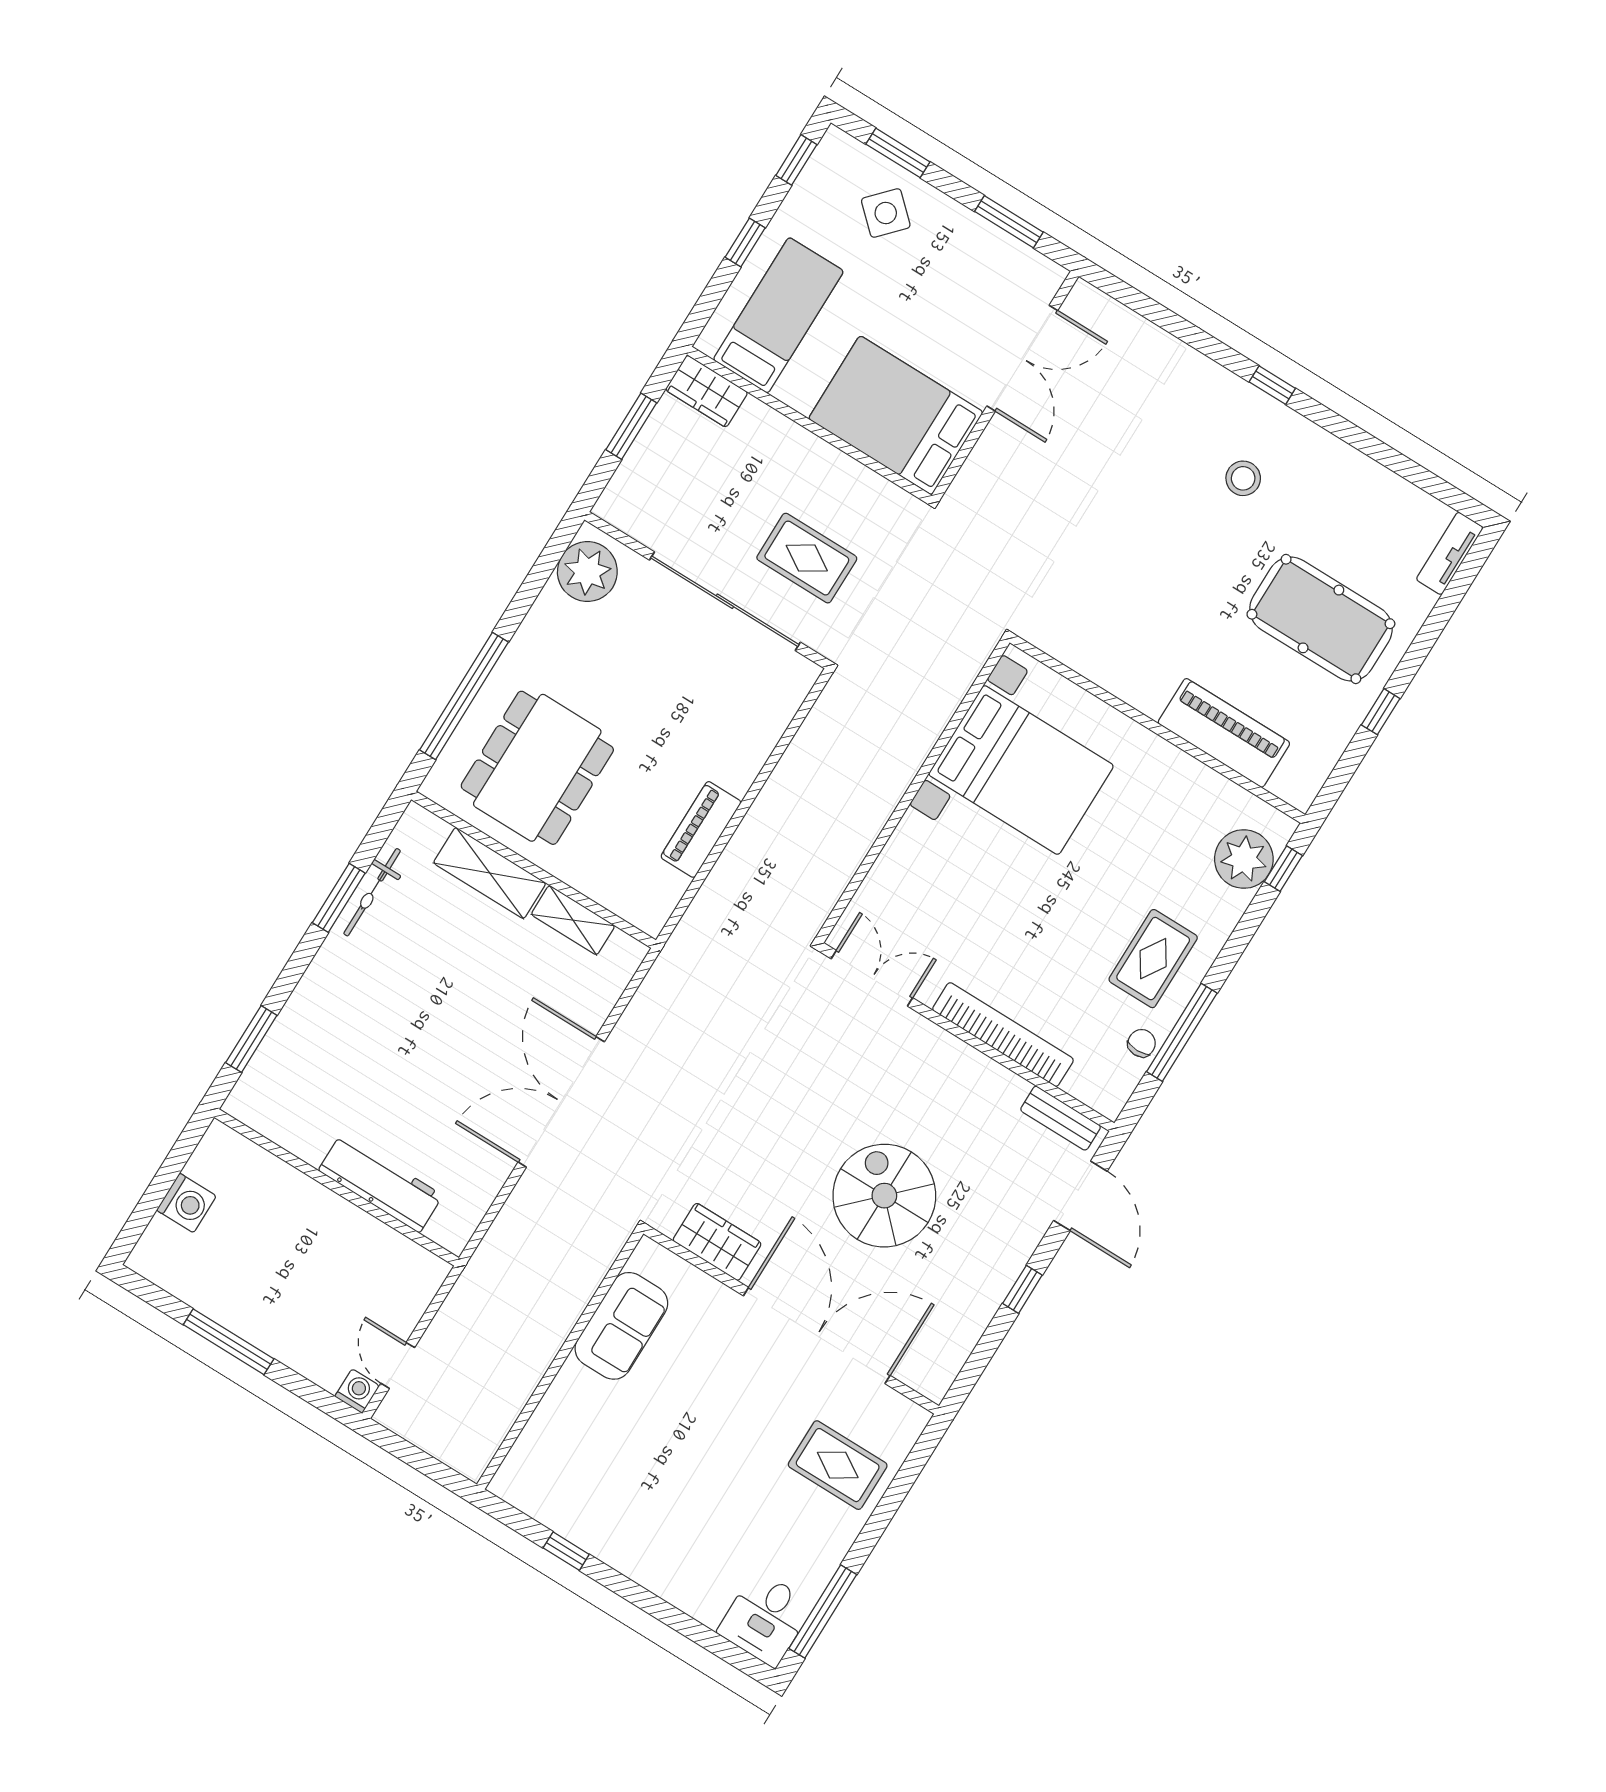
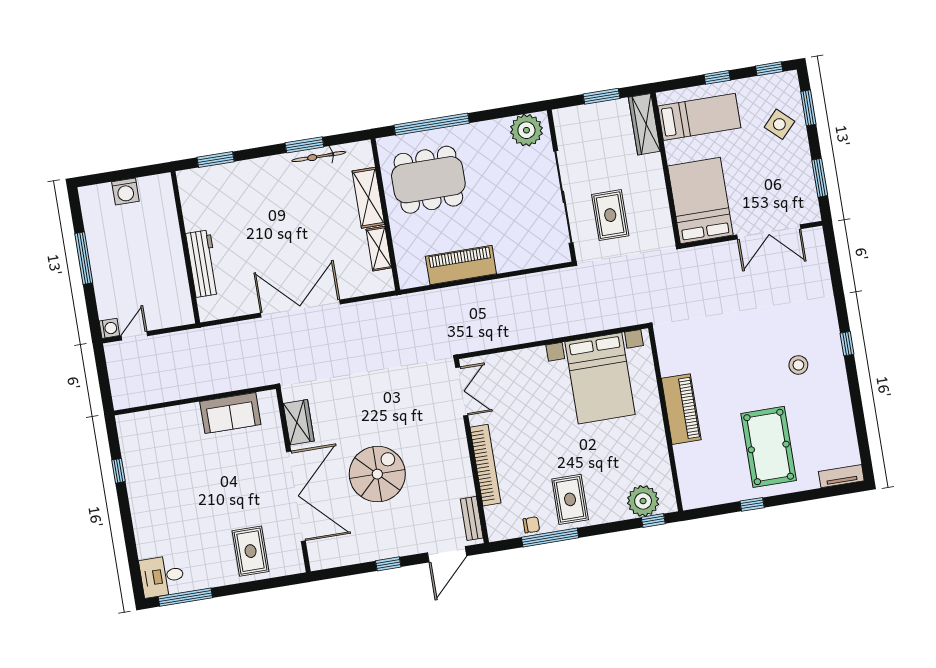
wardrobe: (707, 391) -> (644, 124), width x1.50
piano: (1224, 733) -> (681, 409), moved
piano: (701, 829) -> (461, 265), width x1.37, depth x1.33
rug: (1153, 959) -> (570, 499), turned 90

